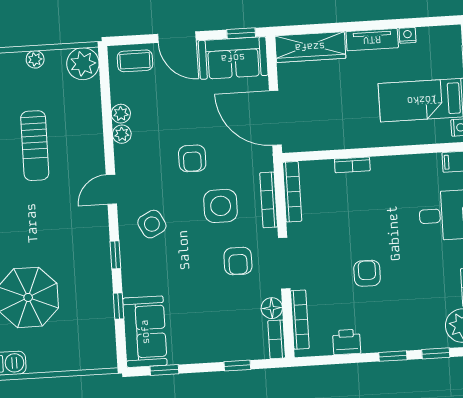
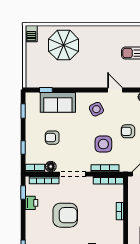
window: (115, 255) -> (82, 90), removed
armchair: (238, 261) -> (52, 138), moved
armchair: (367, 273) -> (65, 215), width x1.88, depth x1.88
window: (118, 306) -> (46, 90), moved
sofa: (145, 332) -> (58, 102), moved
window: (393, 356) -> (23, 193), moved

